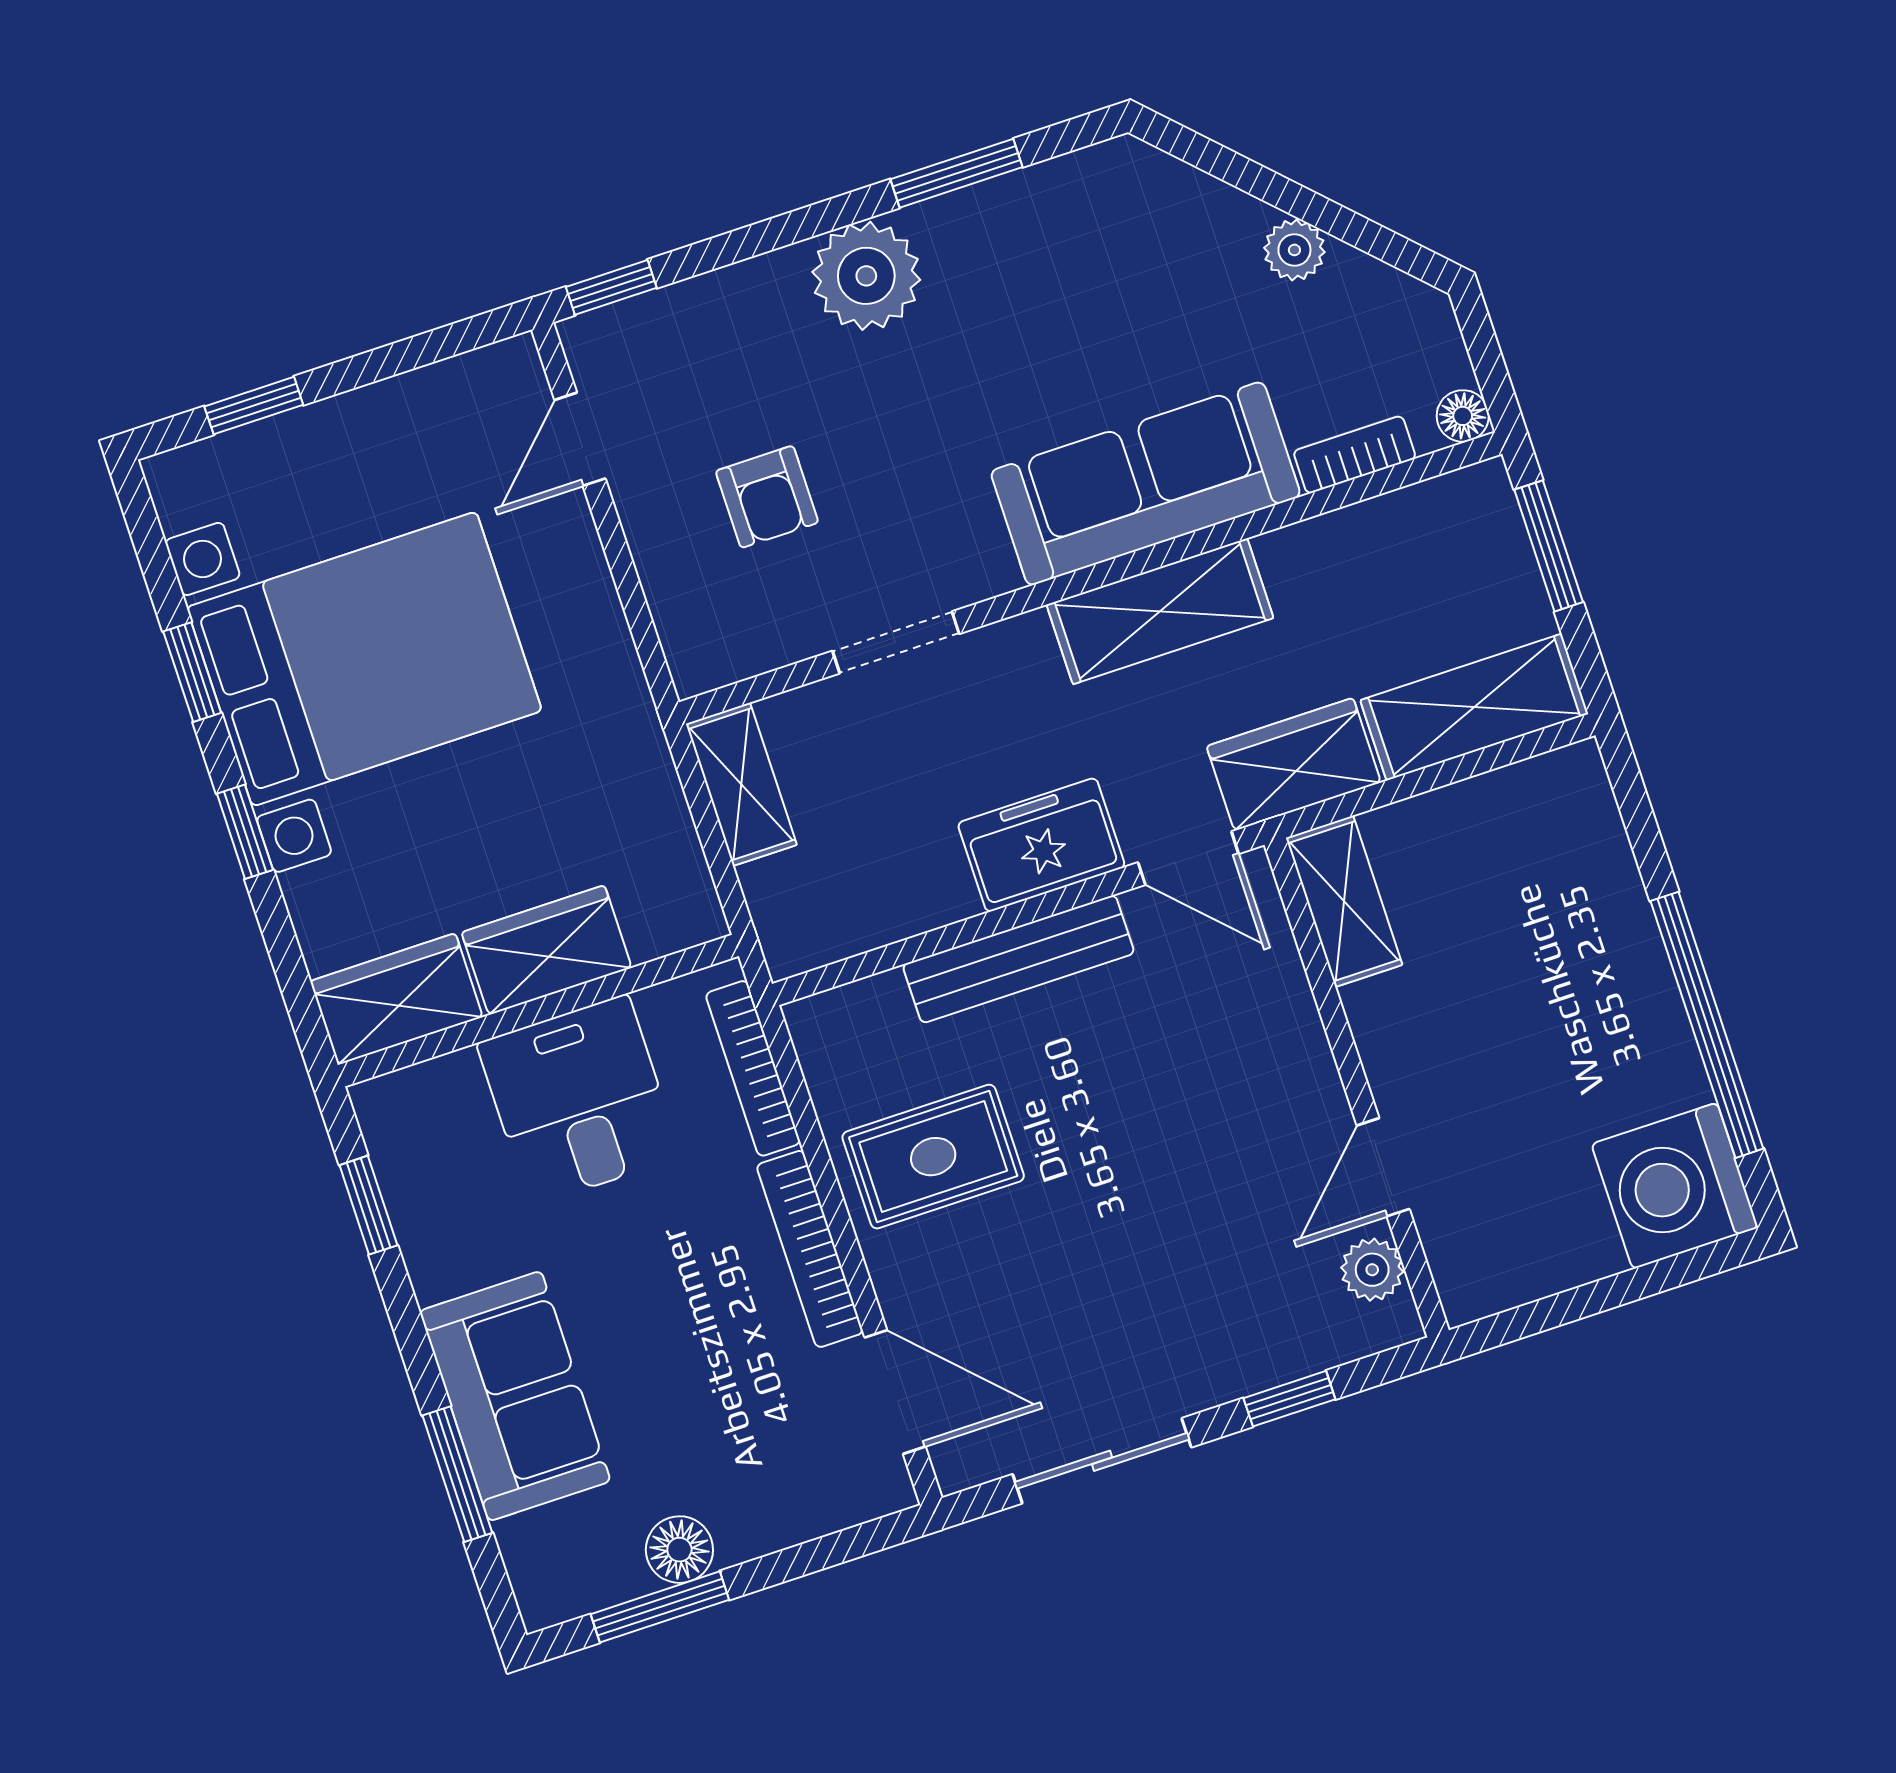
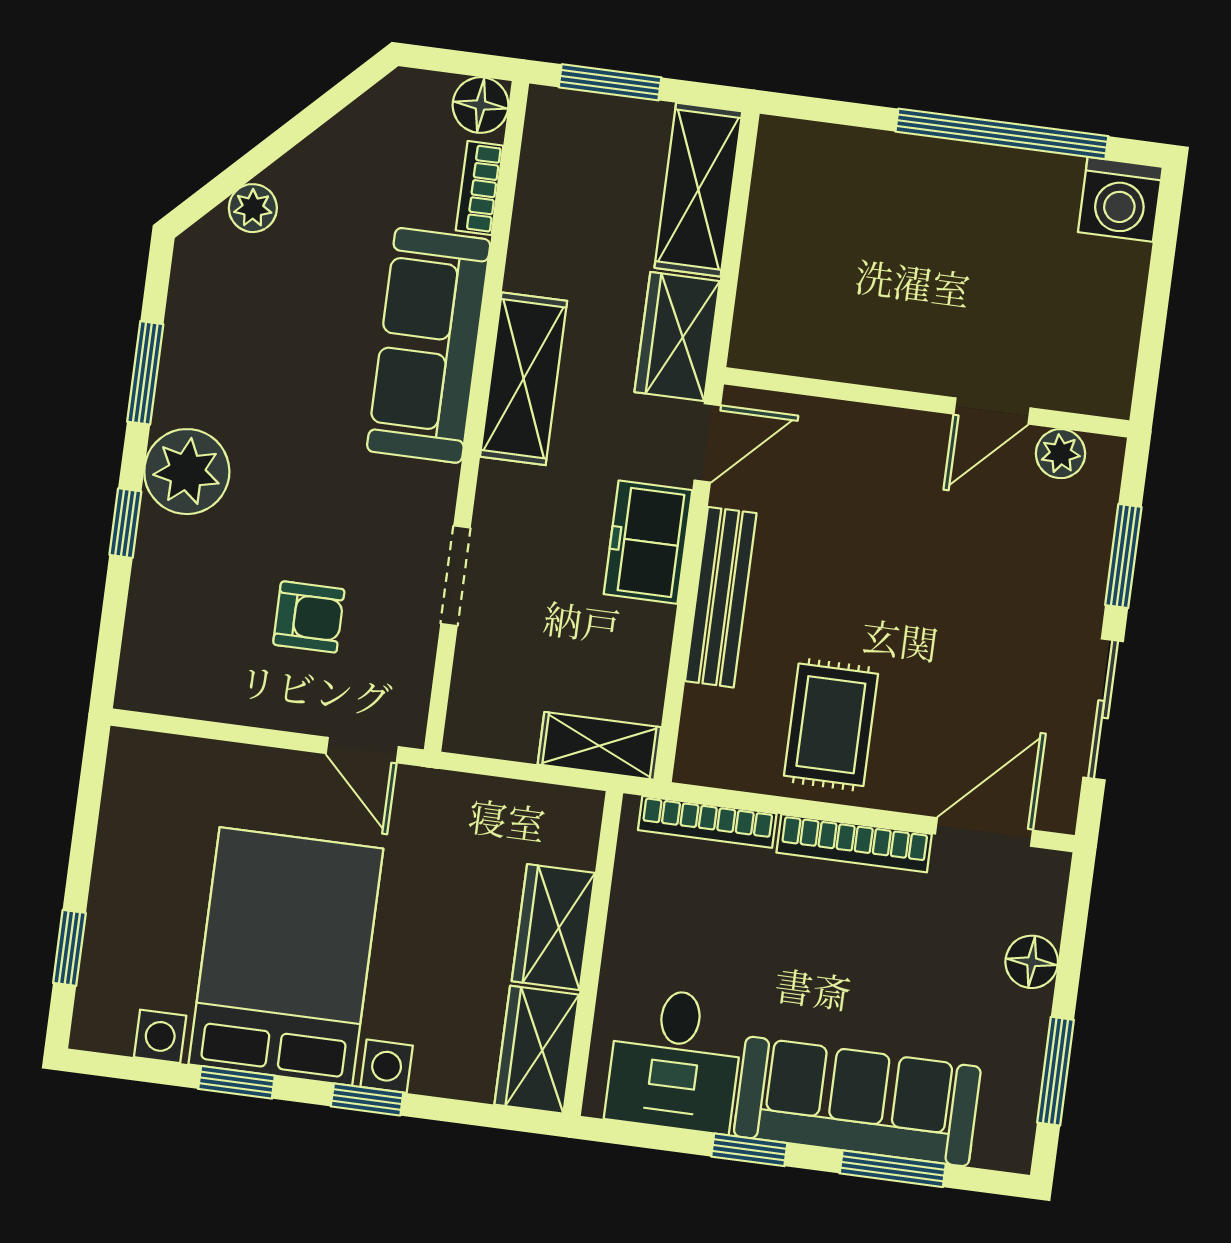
plant: (1294, 250) -> (253, 208), moved
window: (611, 287) -> (125, 523), moved
floor lamp: (1463, 416) -> (481, 105), width x1.37, depth x1.37
door: (580, 439) -> (362, 750), moved
shelving: (741, 784) -> (599, 746), moved
shelving: (1344, 901) -> (791, 348), removed
desk: (579, 1100) -> (675, 1060), moved, turned -90
door: (1383, 1167) -> (992, 411), hinge flipped
washing machine: (1675, 1186) -> (1120, 199), width x0.73, depth x0.73
window: (368, 1205) -> (749, 1150), moved
sofa: (515, 1396) -> (857, 1101), width x1.36
window: (1289, 1399) -> (1123, 556), width x1.50
floor lamp: (679, 1550) -> (1032, 962), moved

